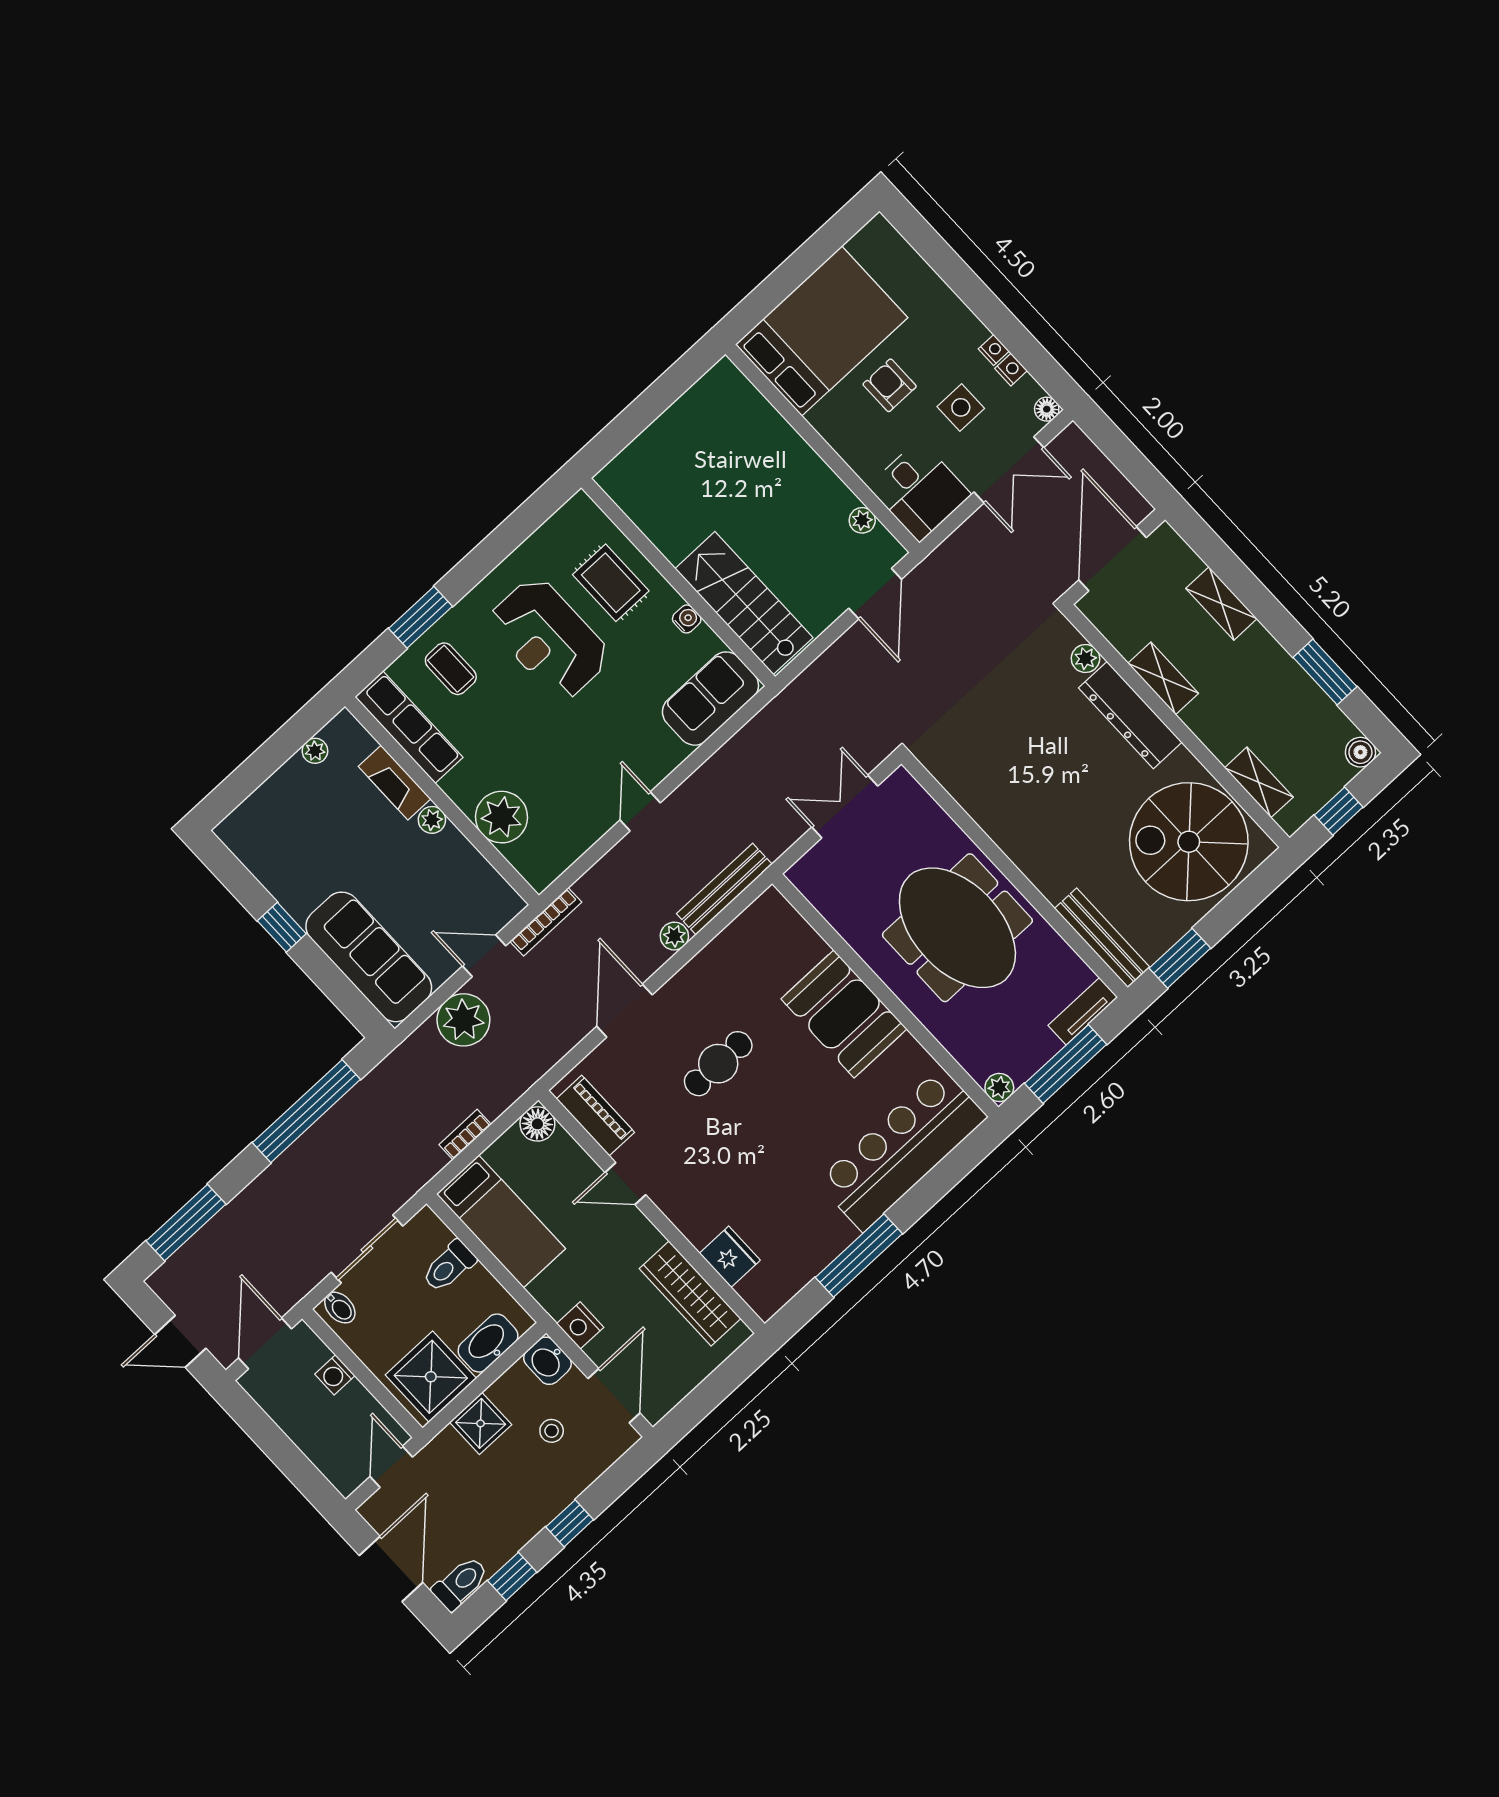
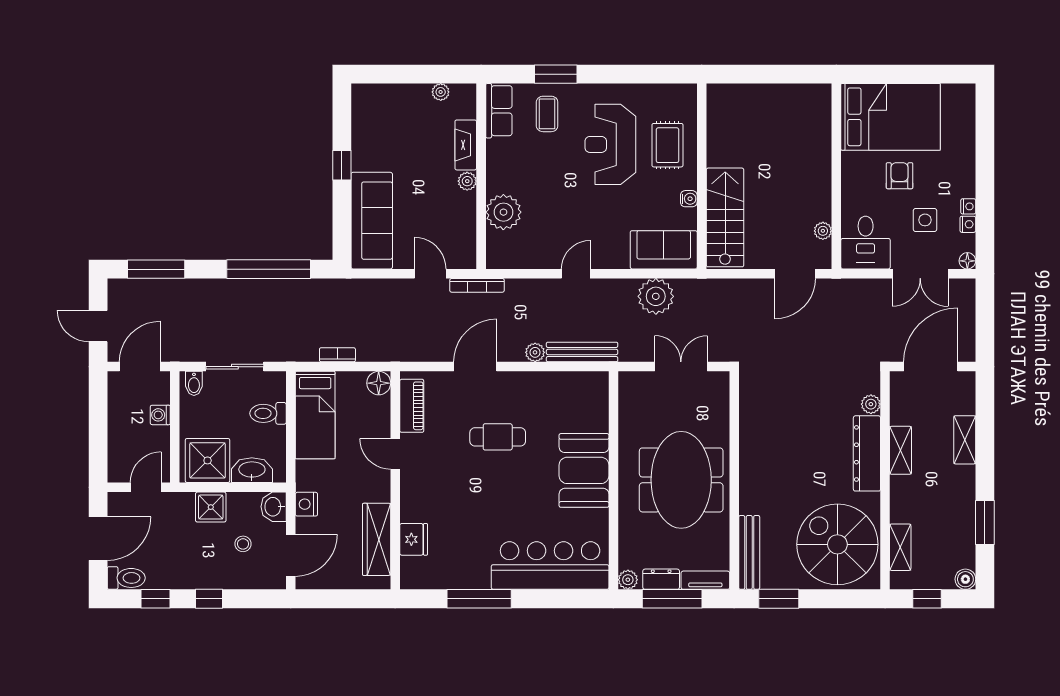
row of seats: (409, 727) -> (499, 111), width x0.68
plant: (463, 1020) -> (656, 296), moved
dresser: (1035, 1054) -> (661, 579), added

